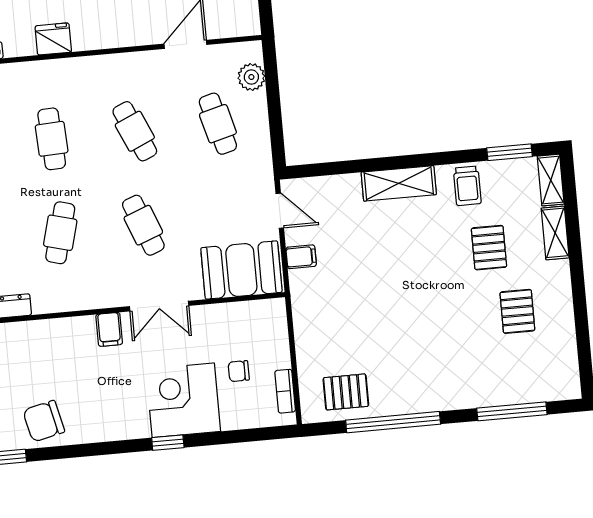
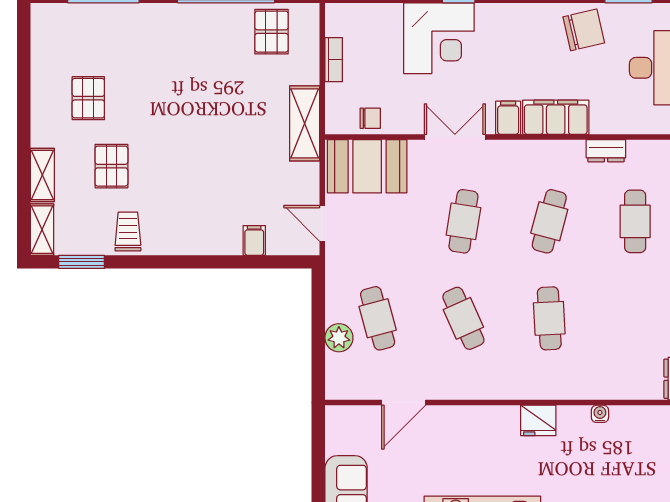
plant: (251, 77) -> (339, 338), moved
shelving: (399, 183) -> (305, 123), moved, turned 90
cafe table: (143, 225) -> (463, 221), turned 30
filing cabinet: (301, 257) -> (254, 240), moved, turned 90
filing cabinet: (63, 334) -> (556, 117), added
chair: (239, 371) -> (370, 118), moved
bookcase: (285, 391) -> (334, 60), moved
pallet: (346, 392) -> (272, 32), turned 90

